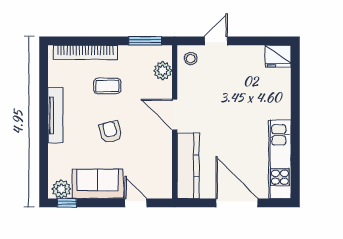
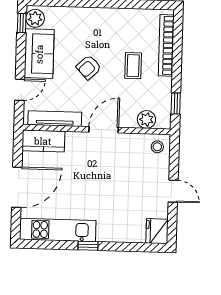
window: (145, 41) -> (176, 103), width x0.67
door: (216, 41) -> (173, 191), moved
tv unit: (55, 115) -> (55, 119), moved, turned 180
window: (295, 127) -> (88, 246), added
armchair: (110, 132) -> (89, 67), turned 151
kitchen counter: (188, 166) -> (43, 141), width x0.67

